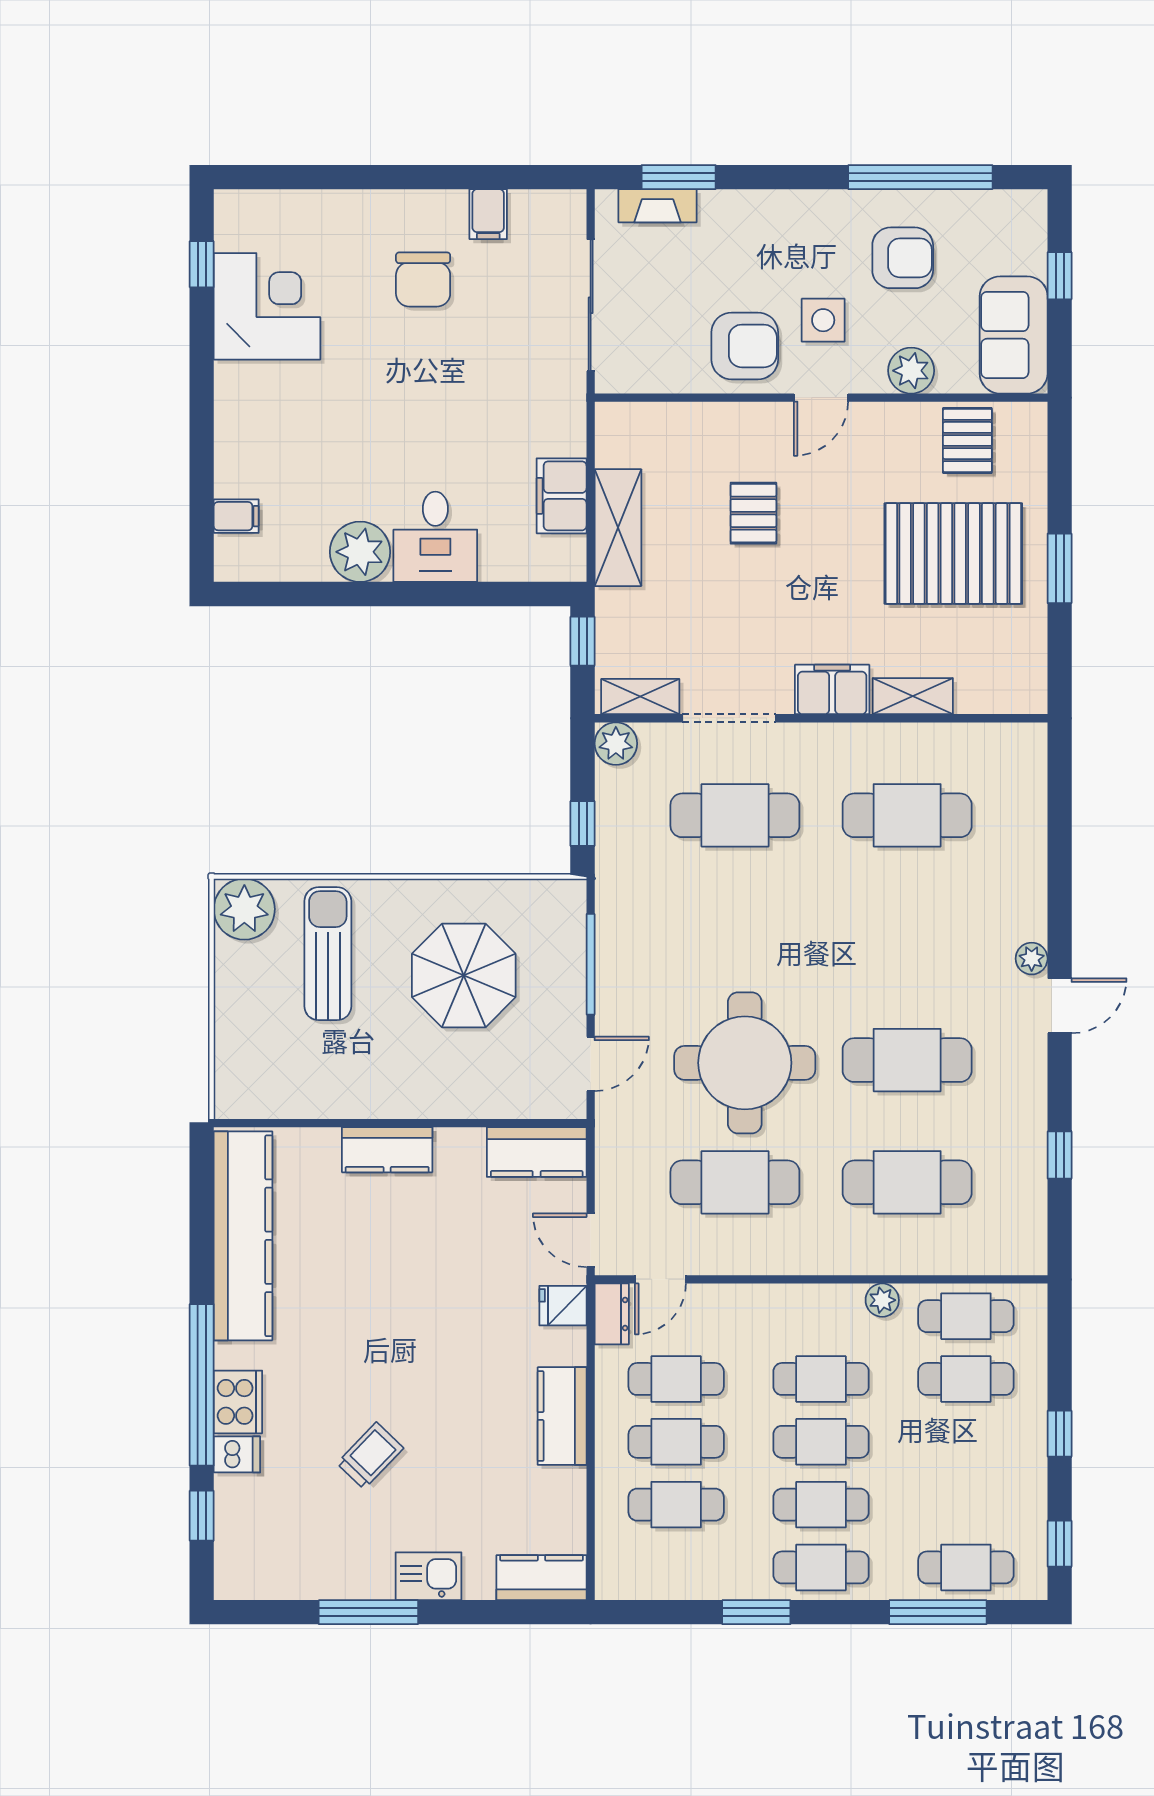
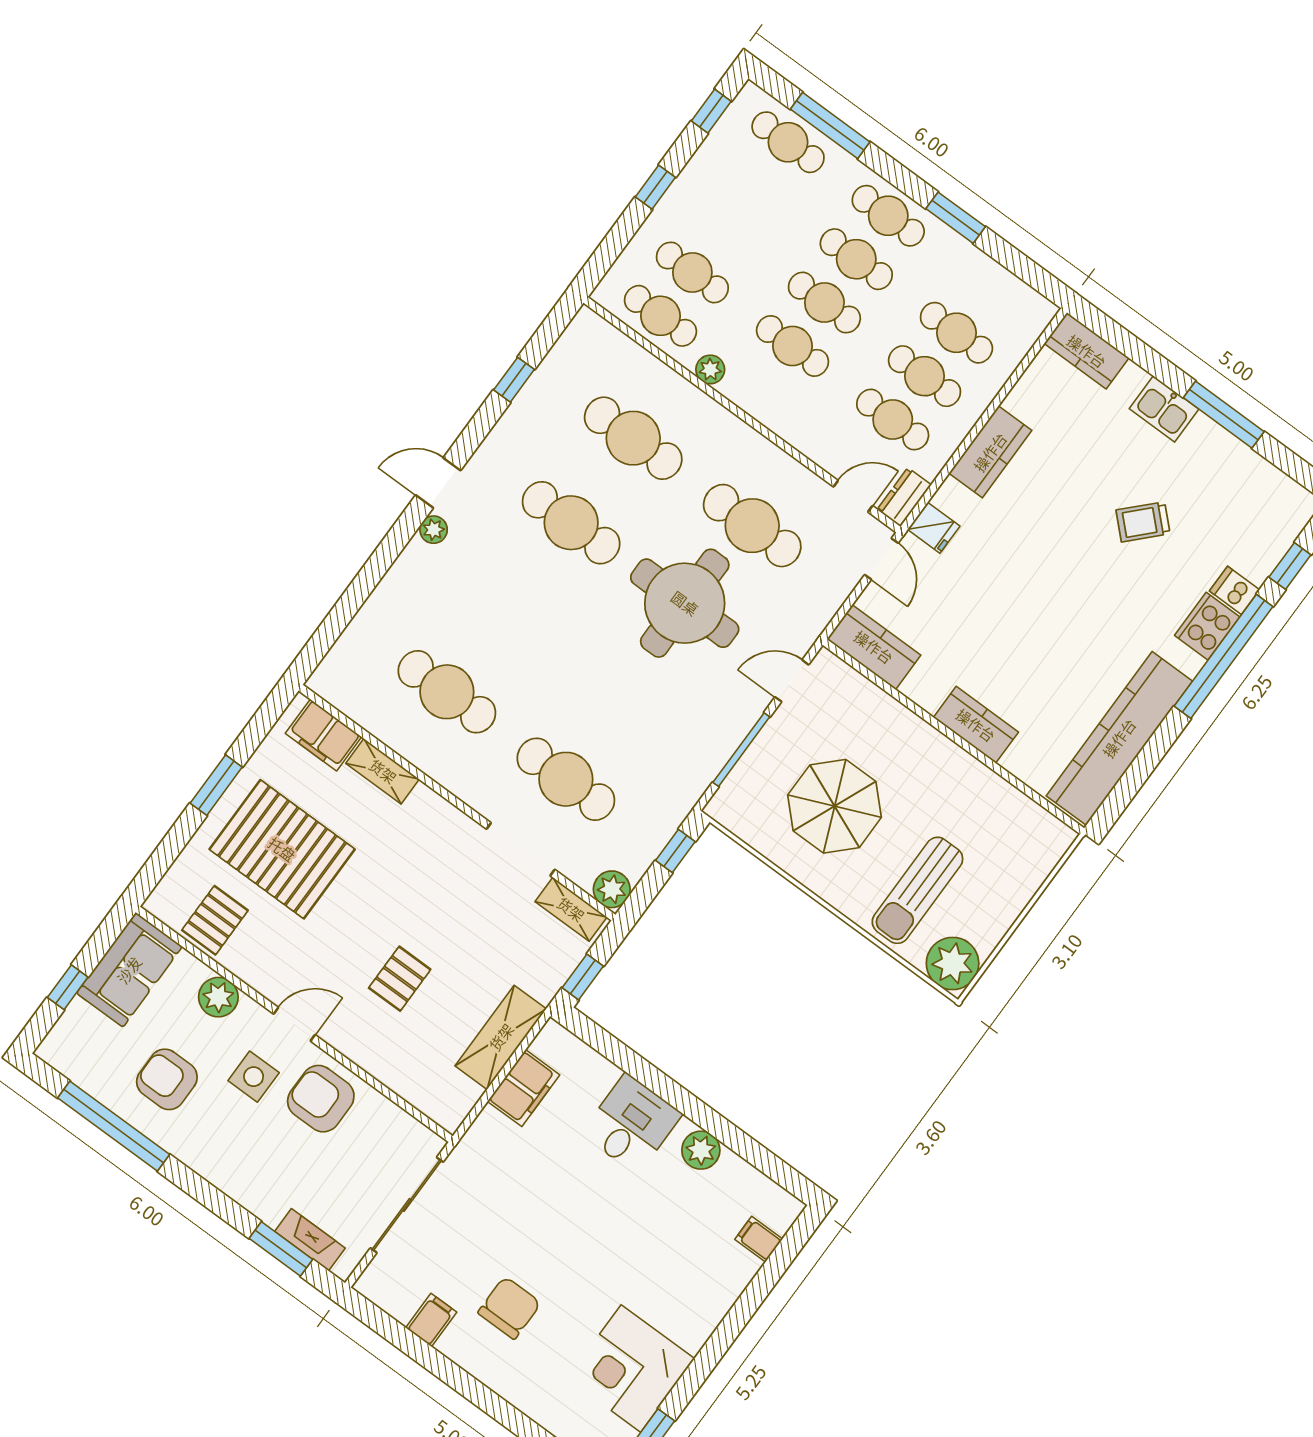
plant: (360, 552) -> (701, 1150), width x0.73, depth x0.73
filing cabinet: (832, 689) -> (323, 735), moved

